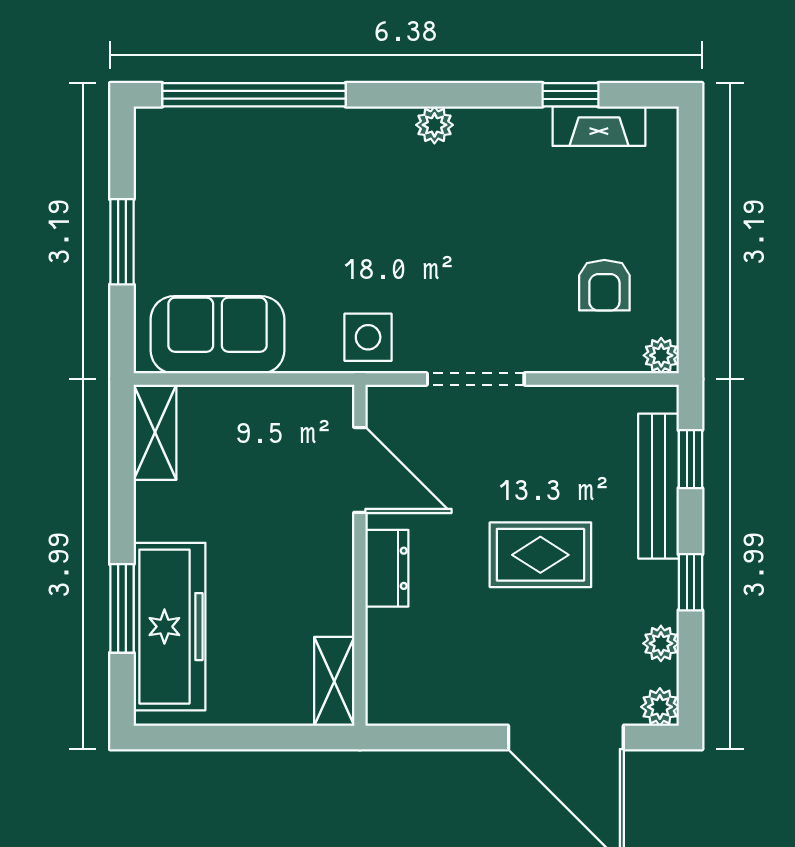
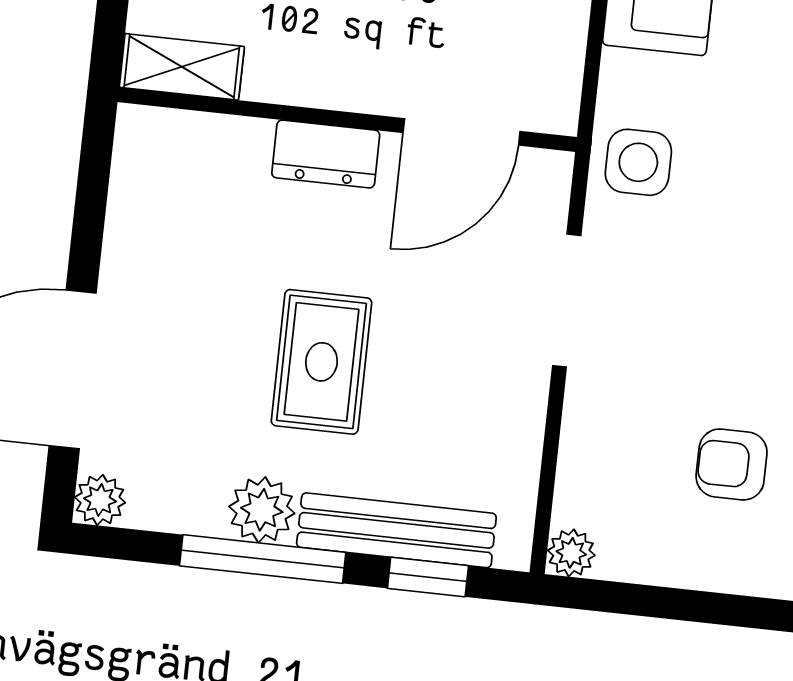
armchair: (604, 285) -> (732, 464), moved
window: (690, 582) -> (263, 559), width x2.17
plant: (661, 643) -> (262, 510), moved, width x1.38, depth x1.38

